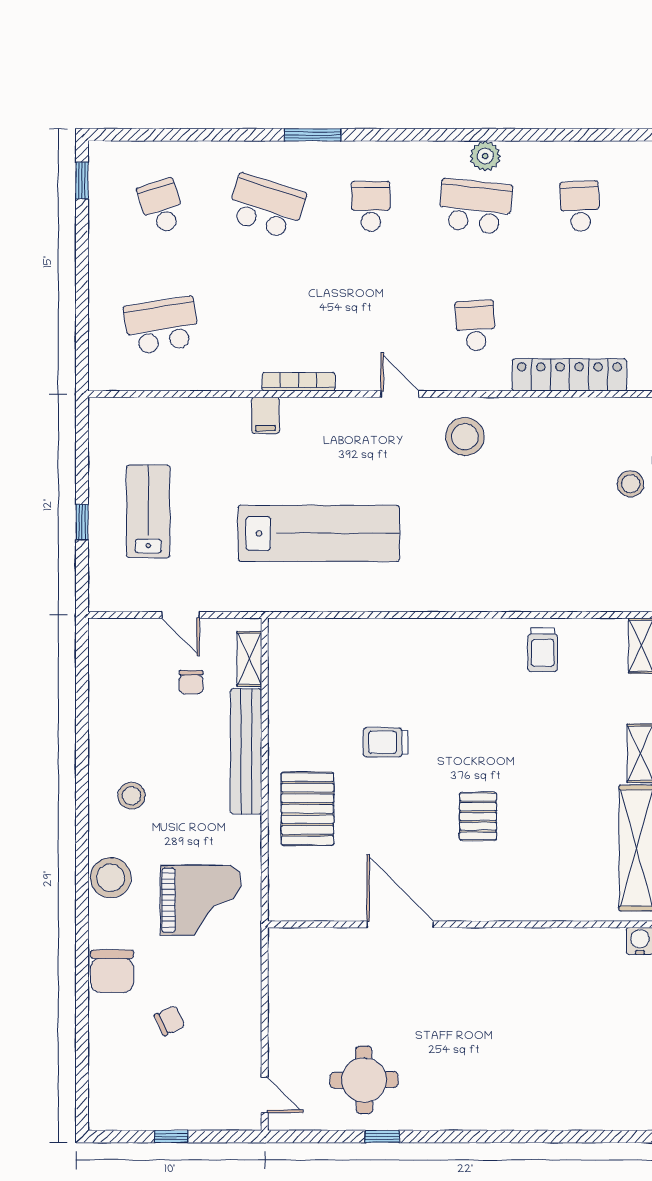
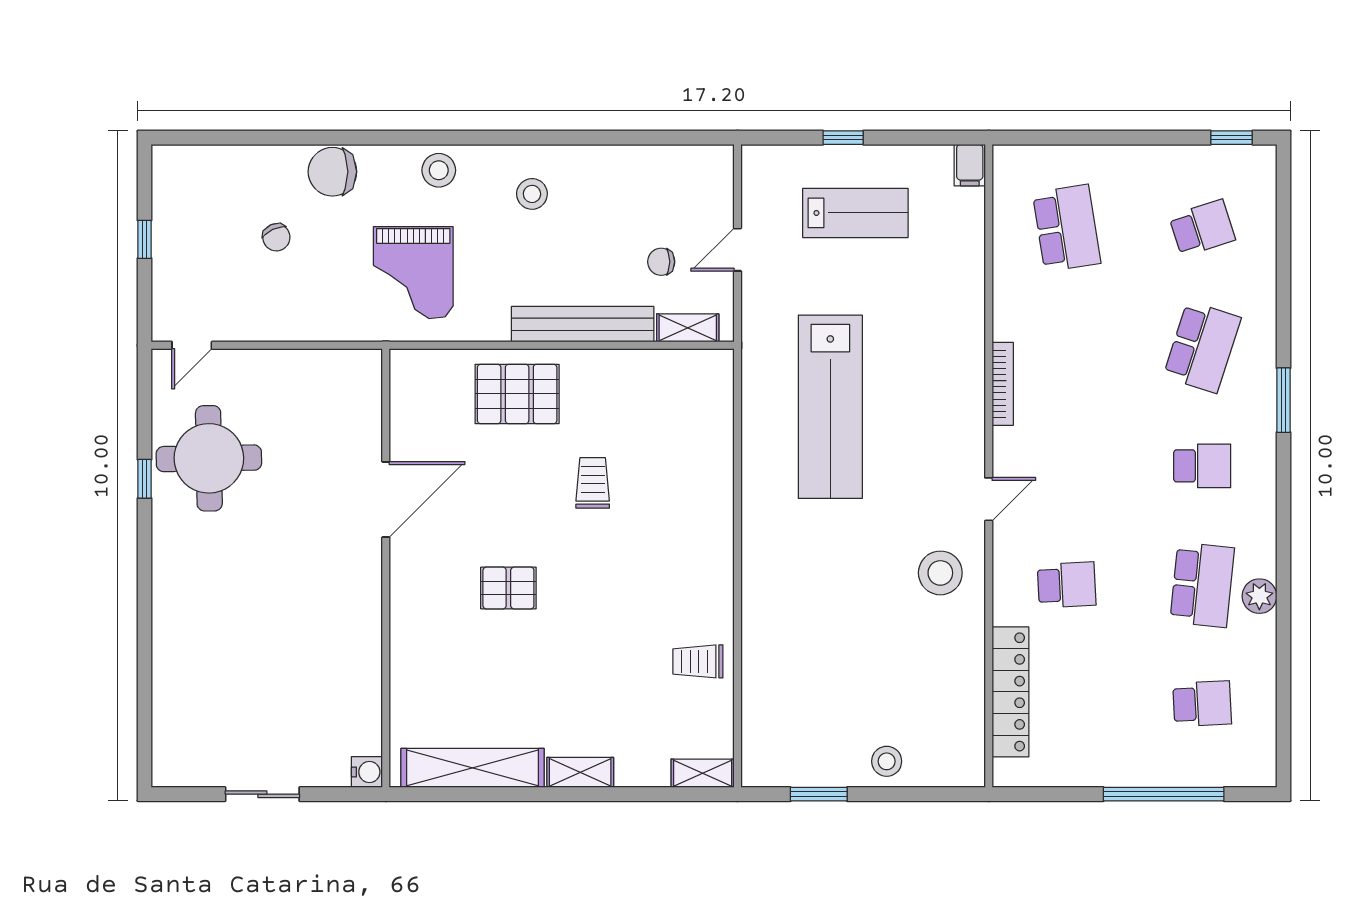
filing cabinet: (265, 415) -> (970, 165), moved, turned -90
stool: (111, 878) -> (439, 170), width x0.73, depth x0.73
round table: (364, 1080) -> (209, 458), width x1.36, depth x1.36

